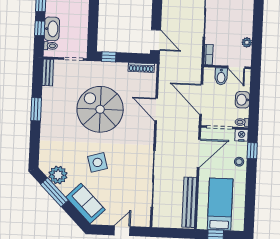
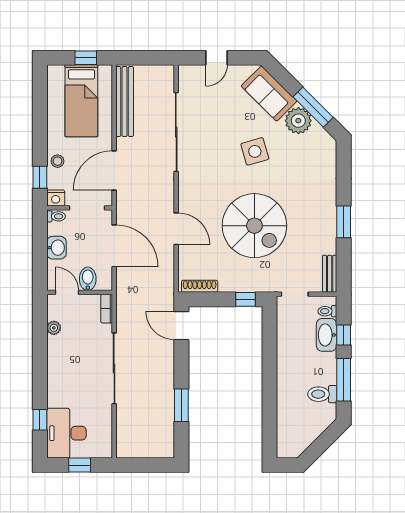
plant: (58, 175) -> (298, 121), moved

